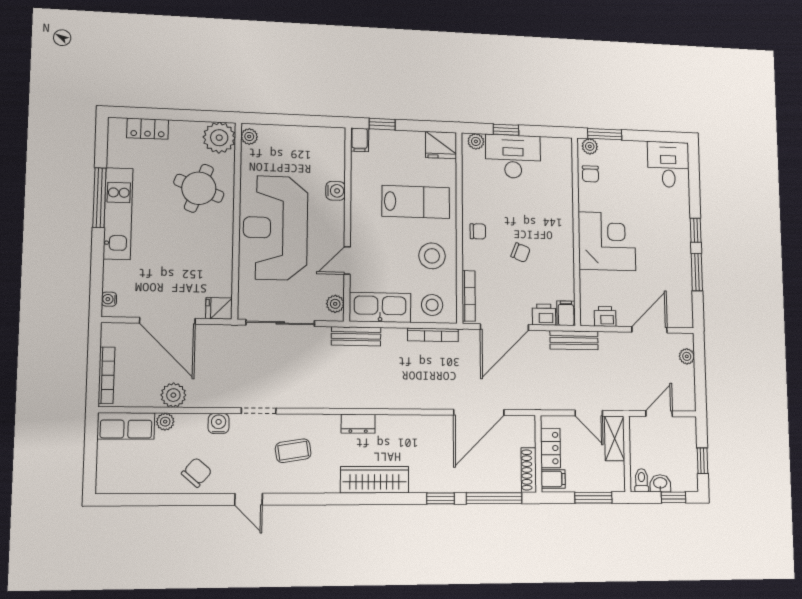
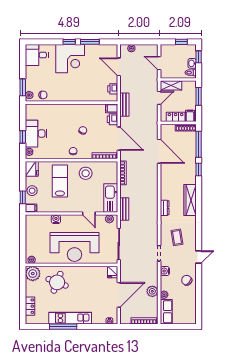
corner desk: (607, 241) -> (70, 59), moved, turned 180
stool: (432, 305) -> (32, 191), moved

